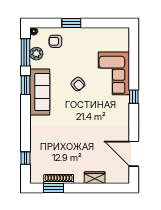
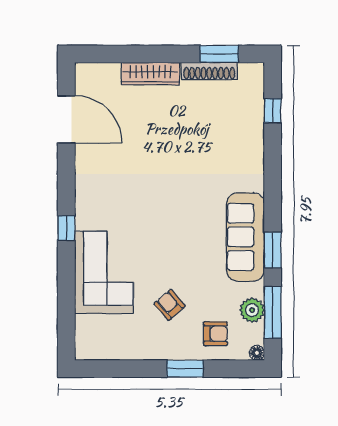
armchair: (78, 84) -> (170, 305), moved
wardrobe: (95, 178) -> (150, 74), width x1.50

